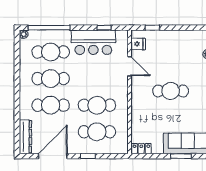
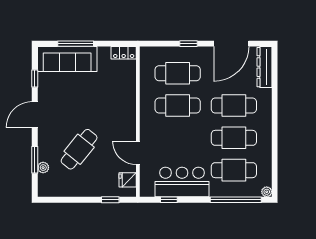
cafe table: (171, 91) -> (79, 149), moved, turned -51
window: (181, 156) -> (76, 44), width x1.44

